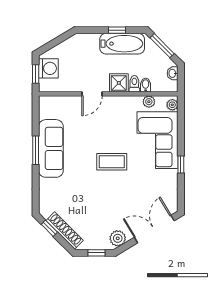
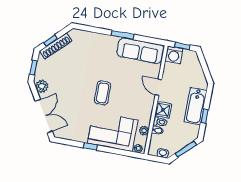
bathtub: (122, 44) -> (196, 106), moved
washing machine: (48, 68) -> (174, 55), moved
sofa: (51, 148) -> (140, 51), moved
window: (49, 228) -> (51, 41), moved

